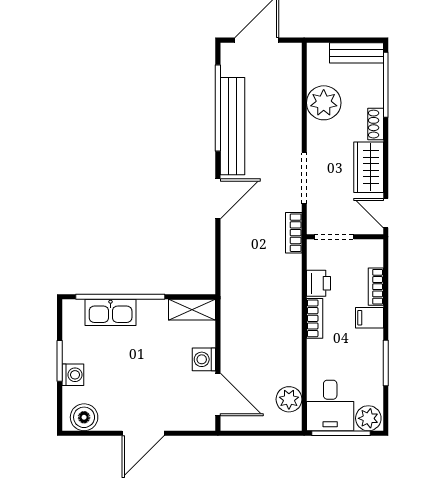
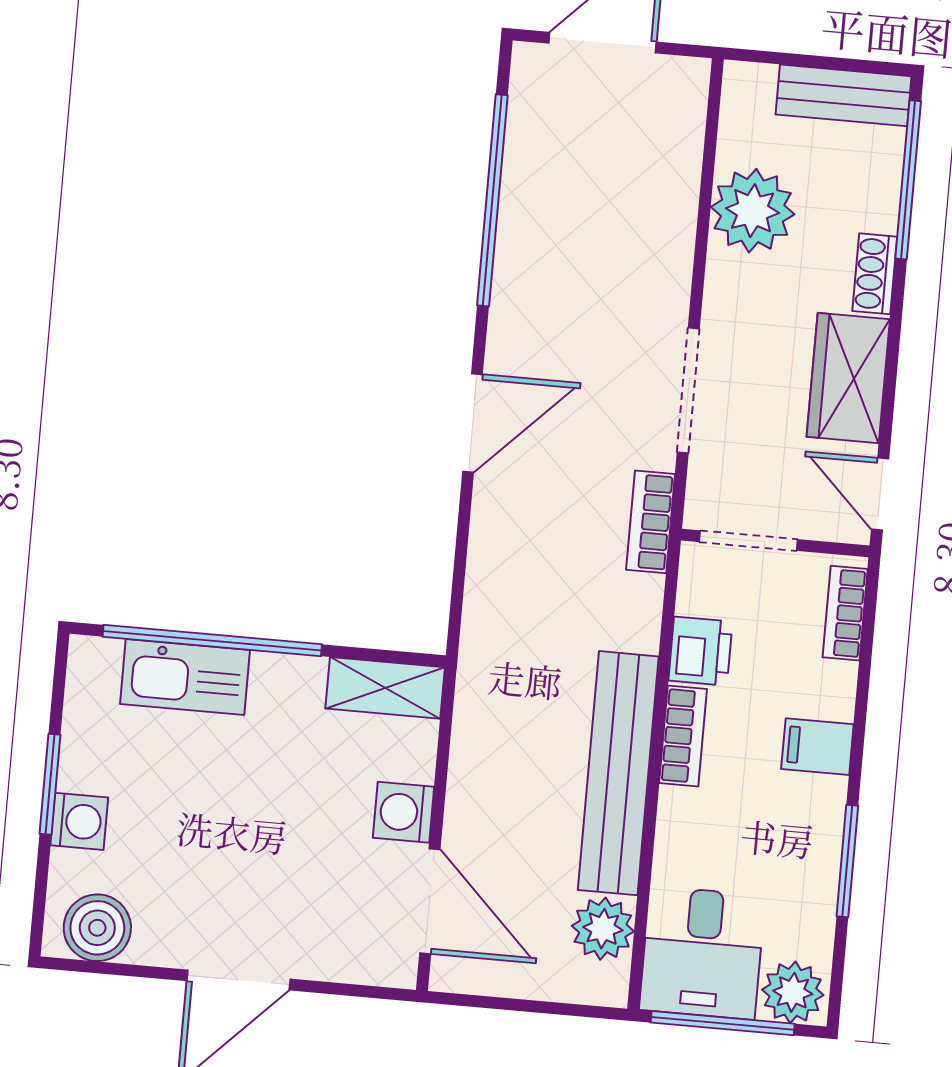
bench: (232, 126) -> (618, 773), moved
bookcase: (376, 287) -> (845, 613), moved

